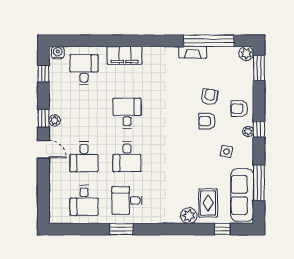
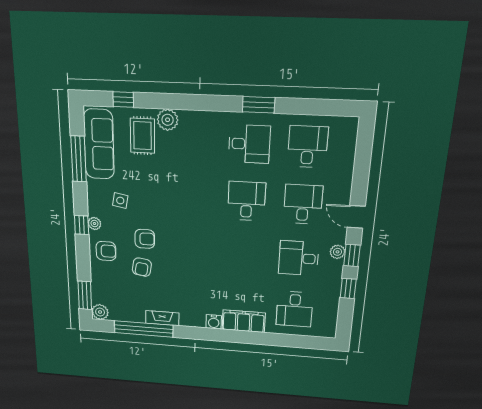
water cooler: (58, 53) -> (214, 322), moved
window: (43, 74) -> (348, 288), moved
desk: (127, 113) -> (299, 258), moved, turned 90

